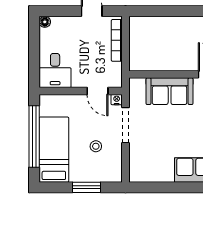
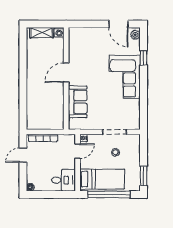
doorway: (126, 125) -> (115, 132), moved
bed: (54, 150) -> (102, 179), moved, turned 180
window: (87, 187) -> (143, 176), moved

